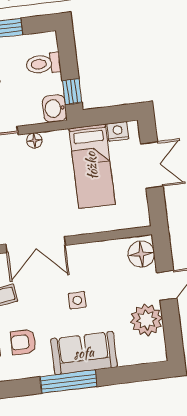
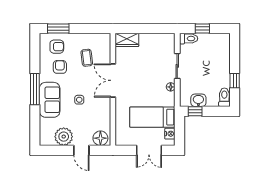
toilet: (43, 64) -> (224, 97), moved
washbasin: (54, 108) -> (198, 100), moved

